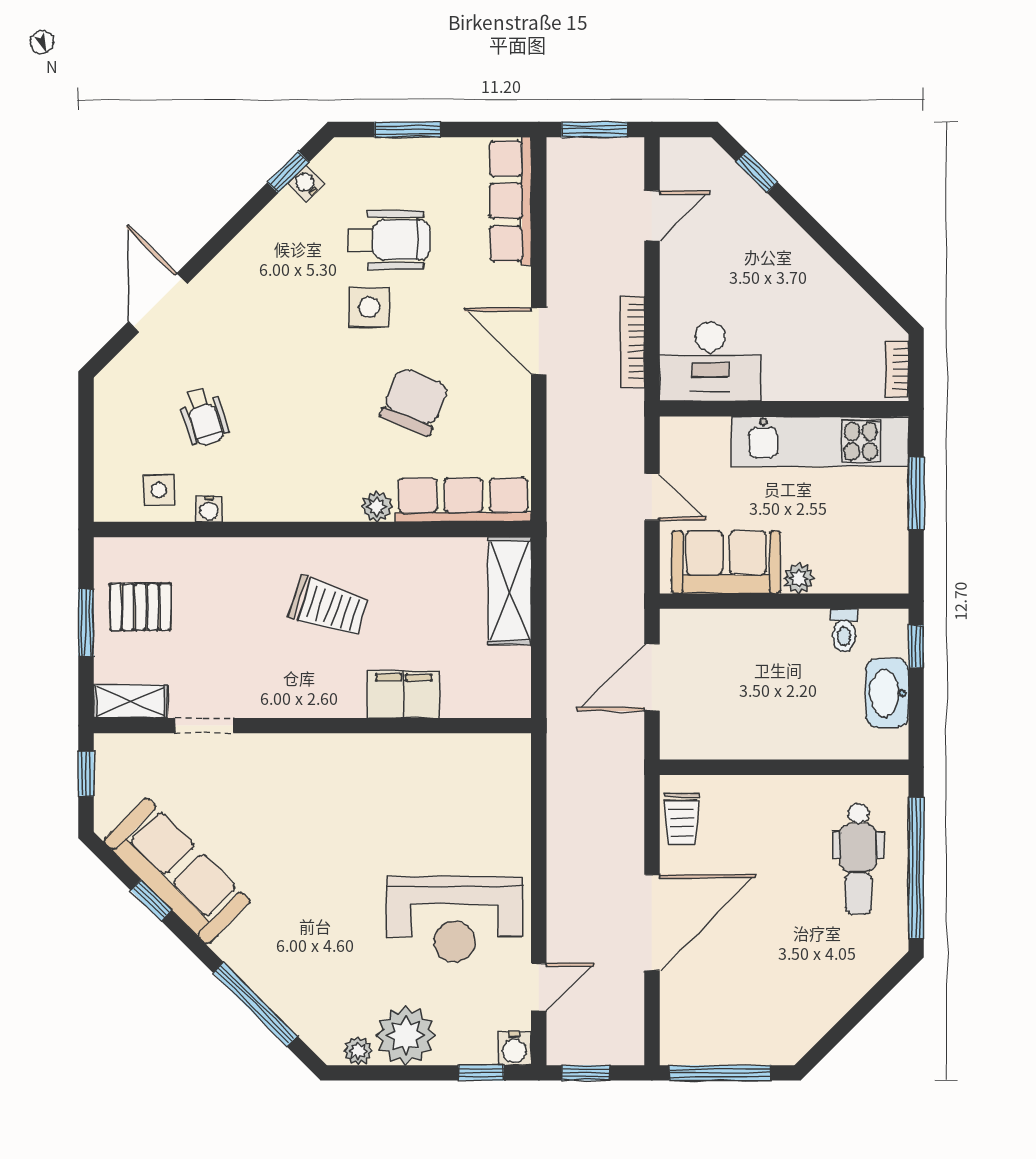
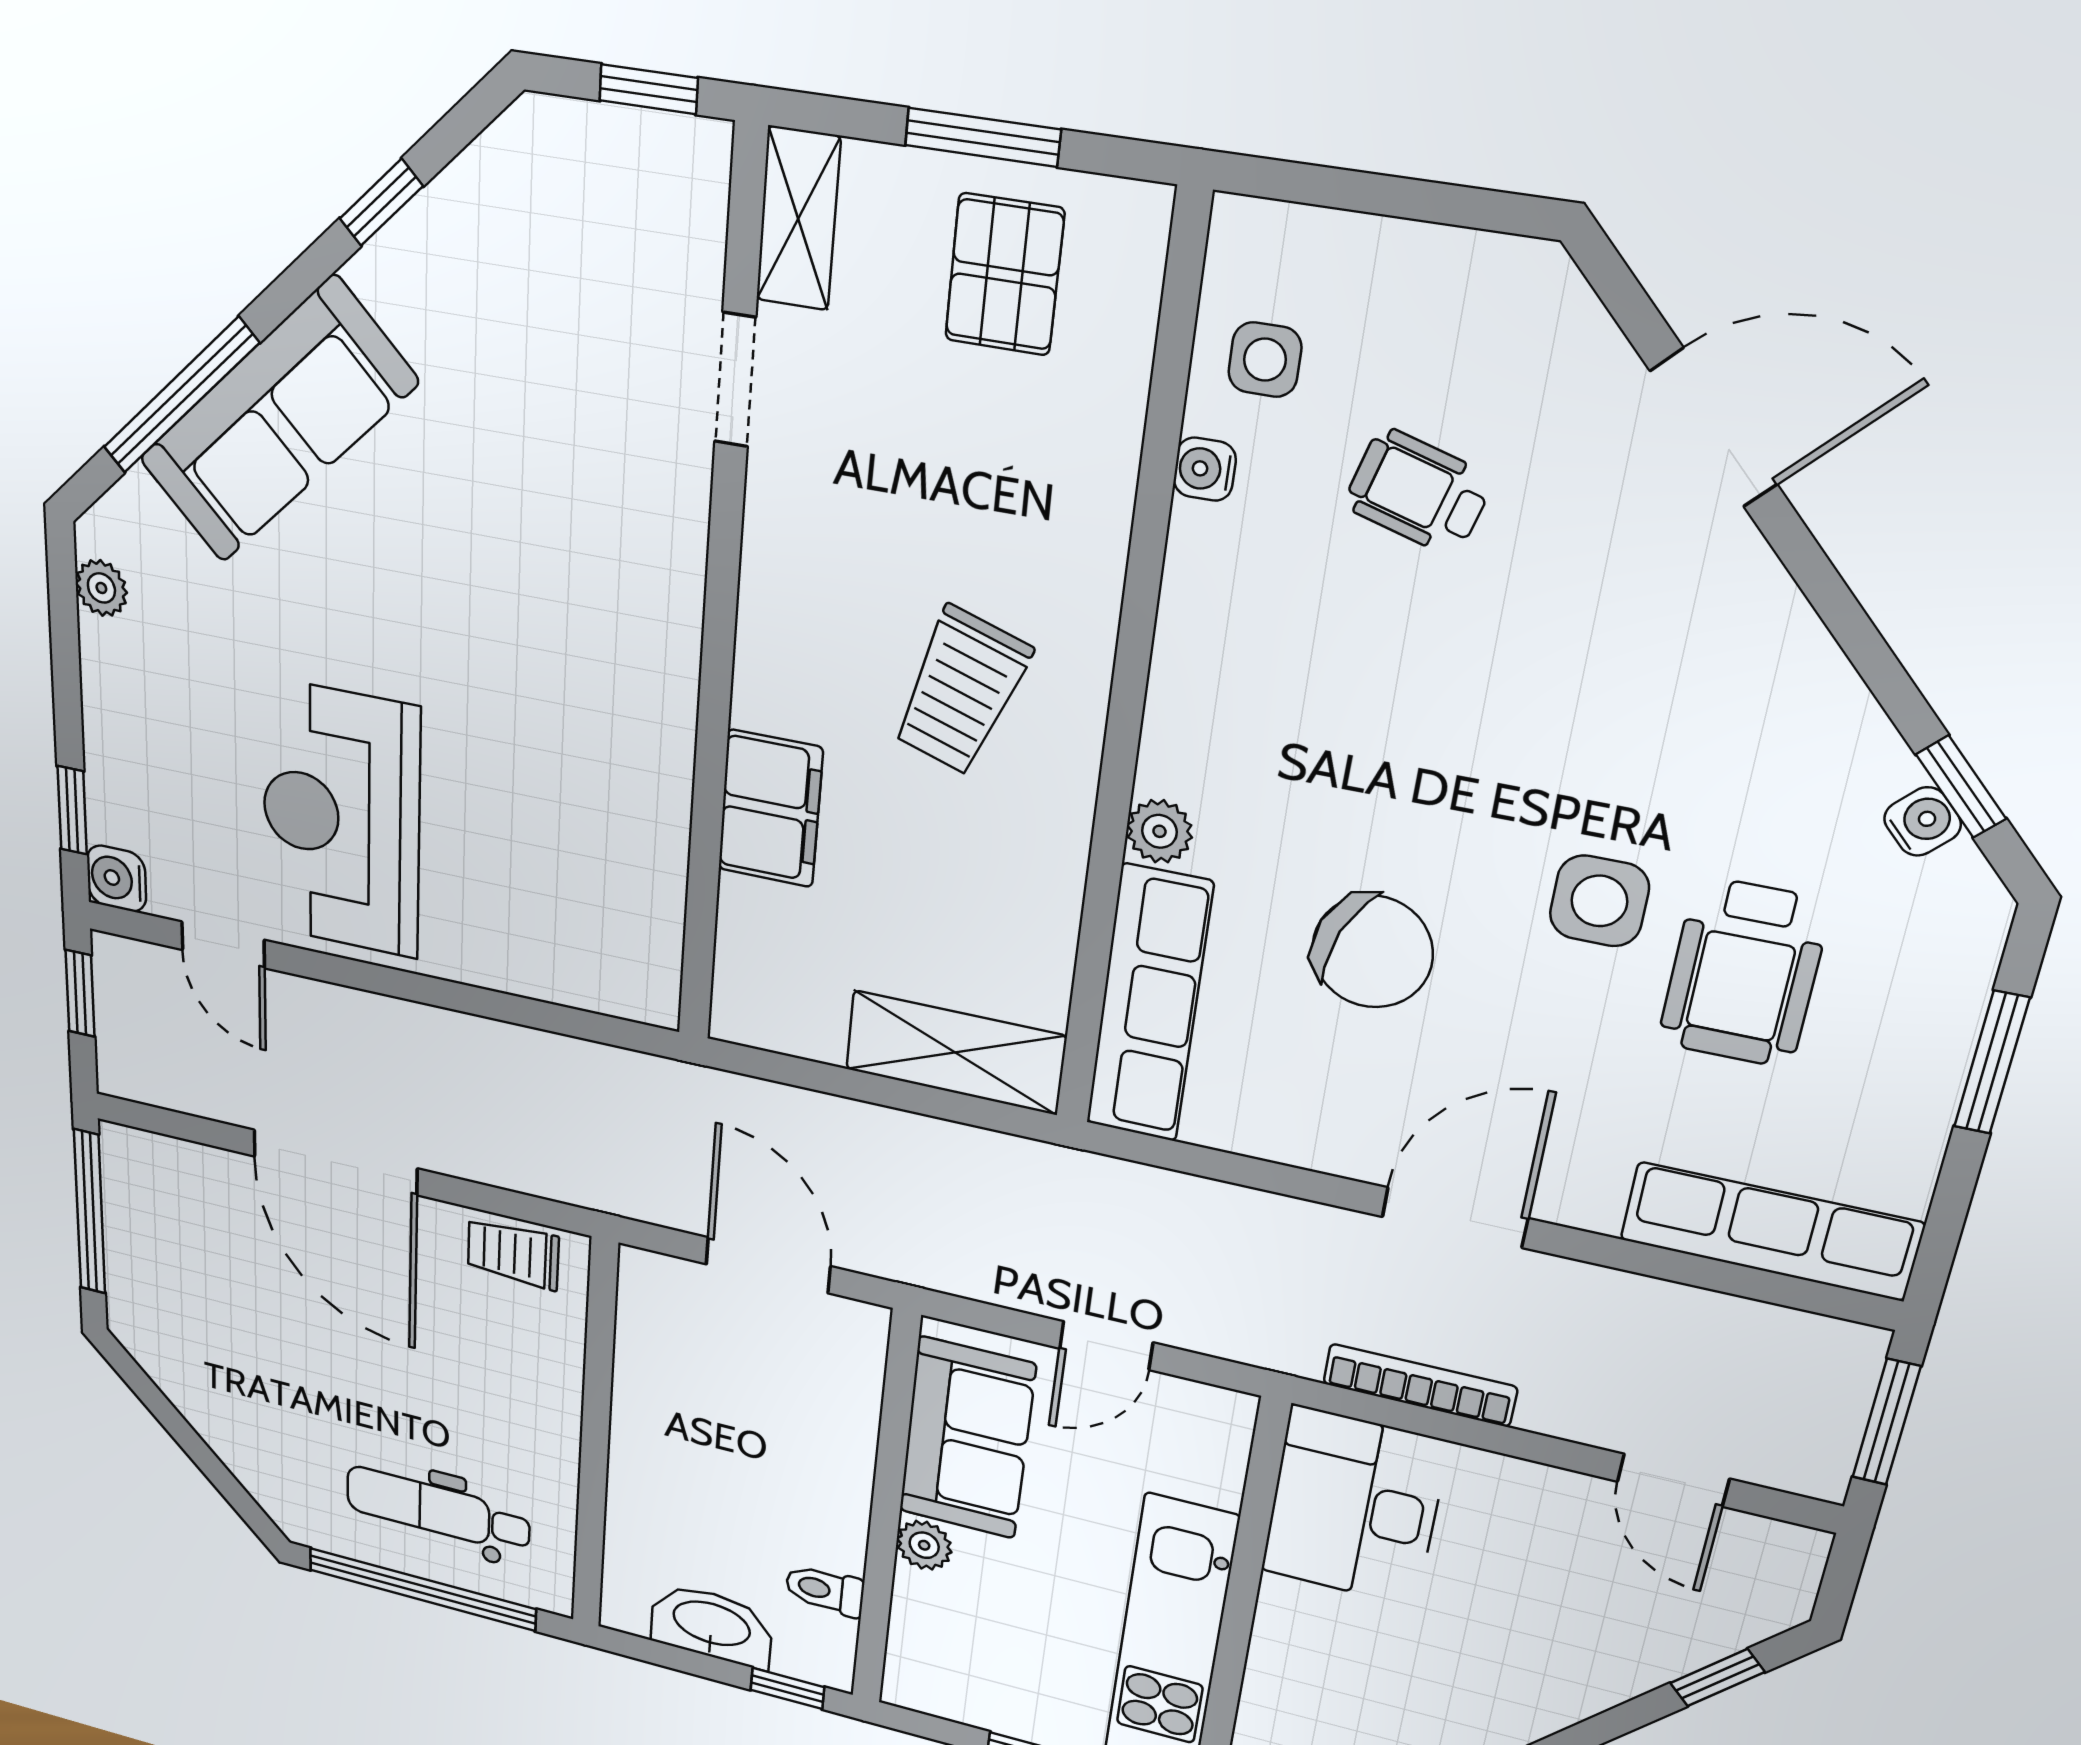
wheelchair: (204, 417) -> (1418, 492), turned 34
sofa: (177, 871) -> (277, 421), moved
plant: (406, 1035) -> (132, 684), removed

